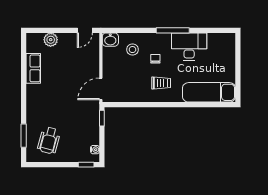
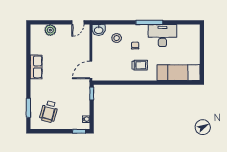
row of seats: (33, 68) -> (36, 67), moved

